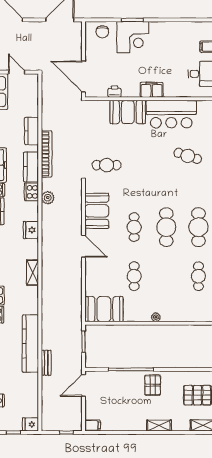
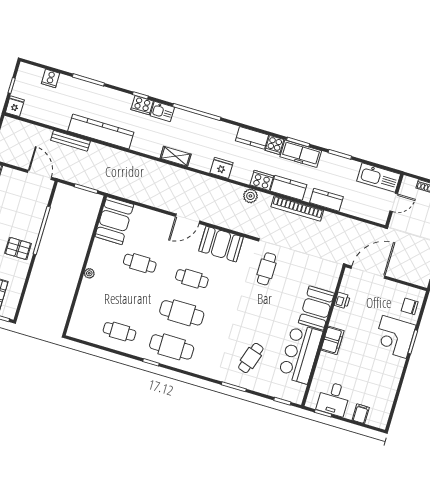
bench: (46, 363) -> (70, 141), width x1.36

